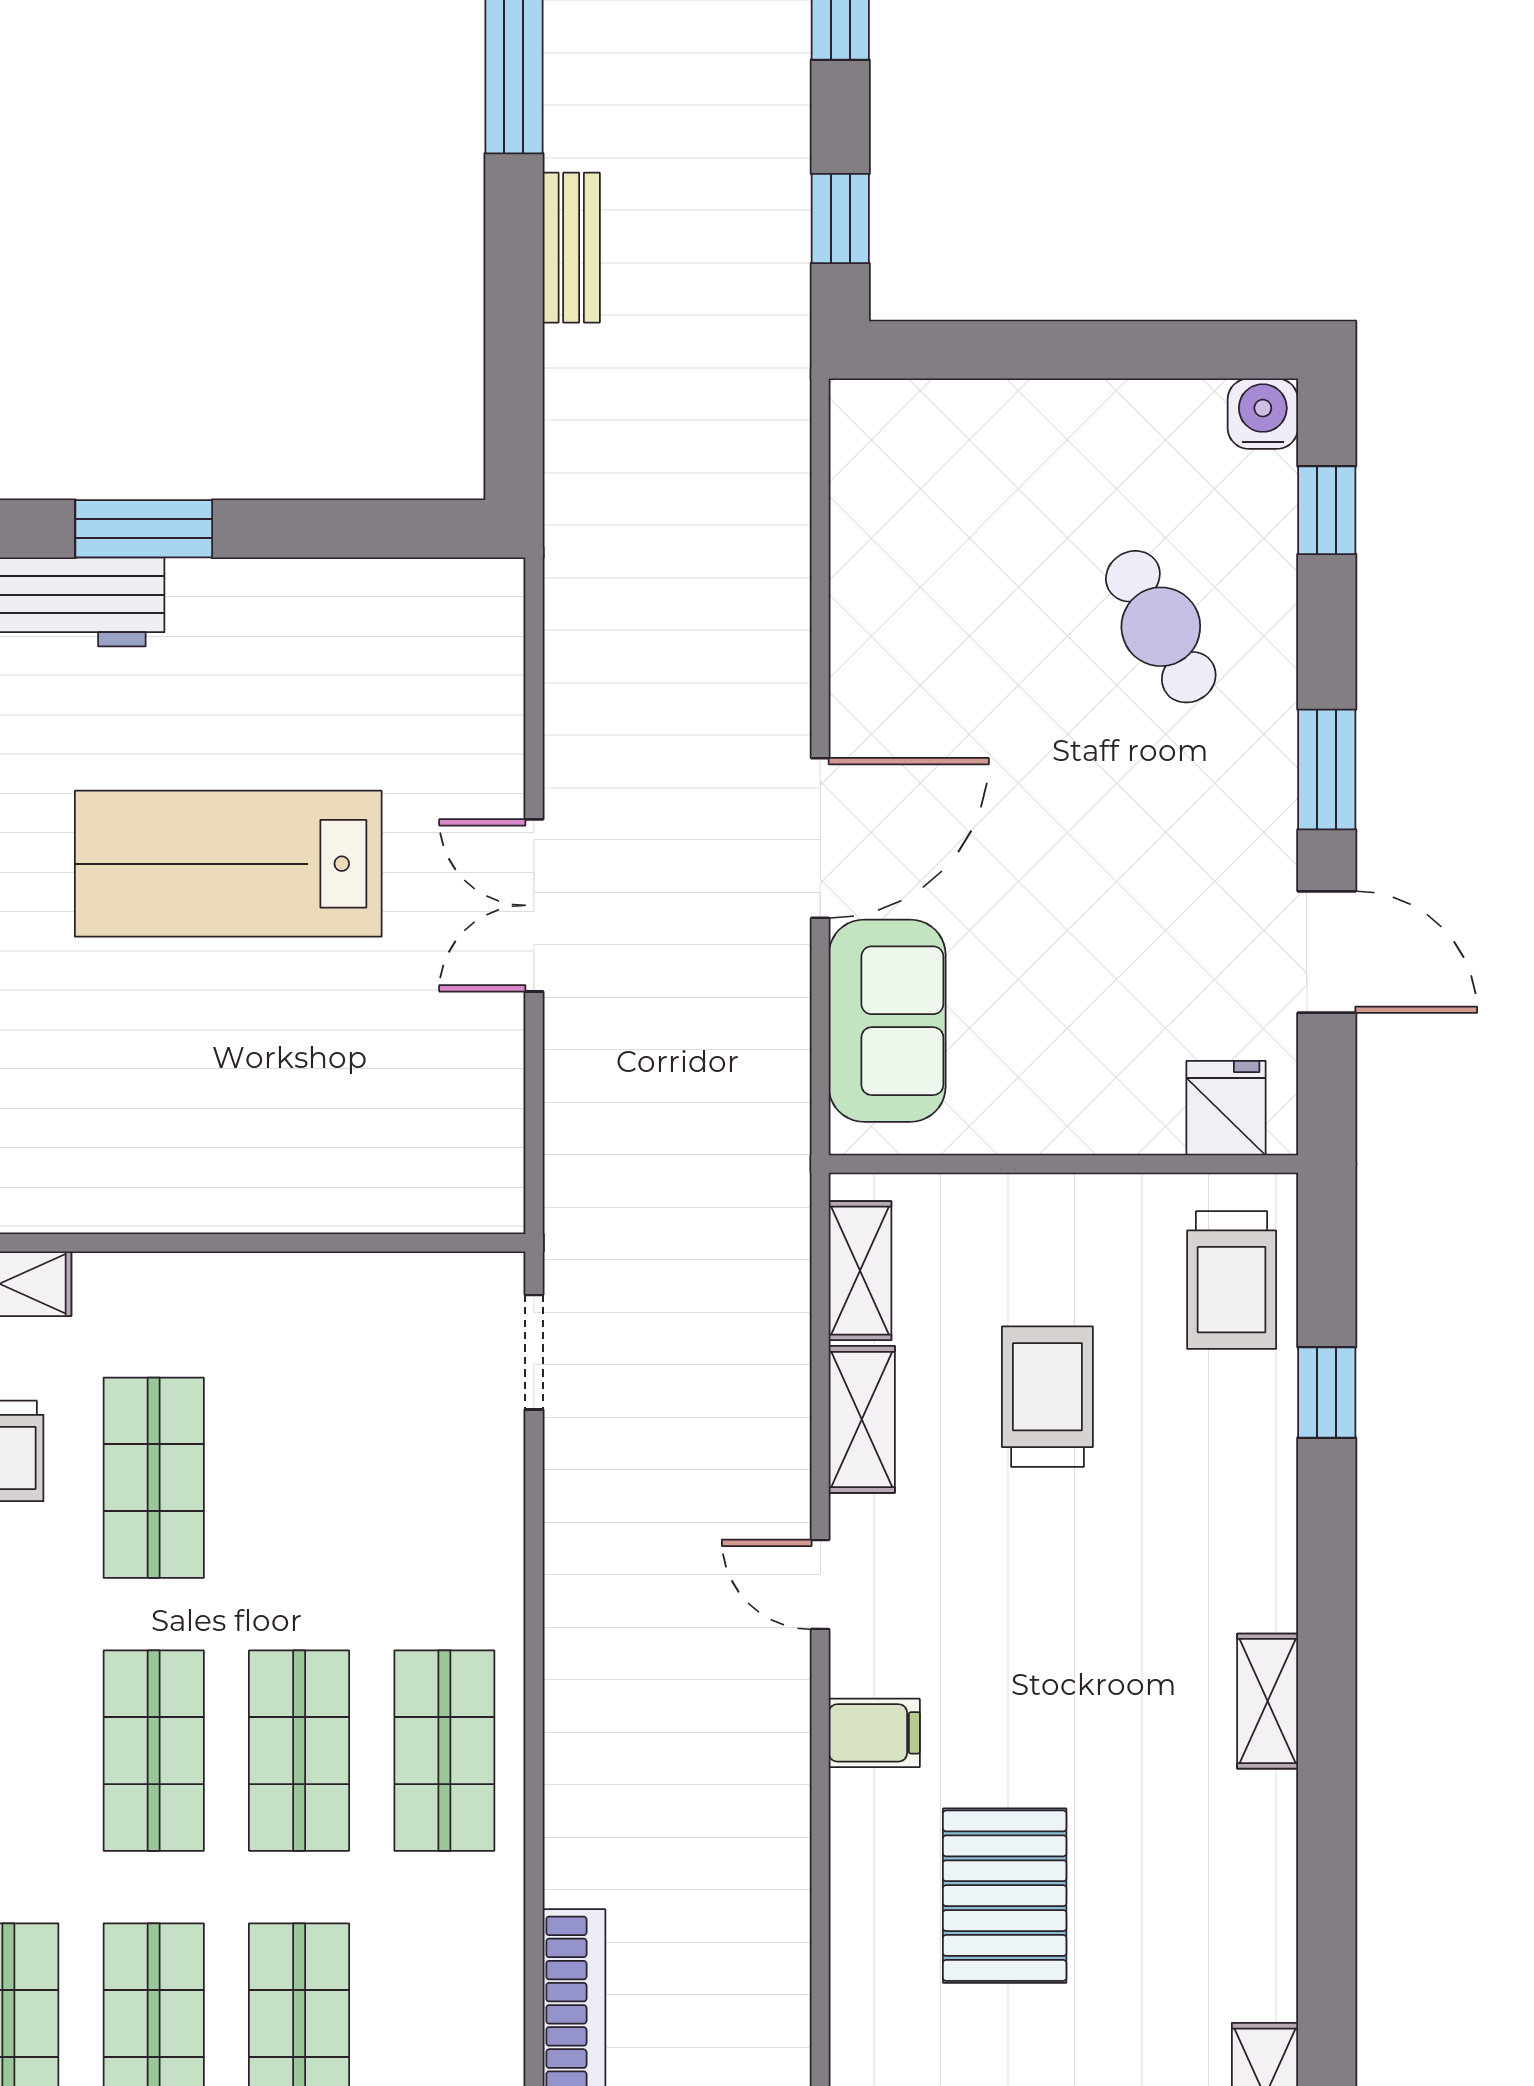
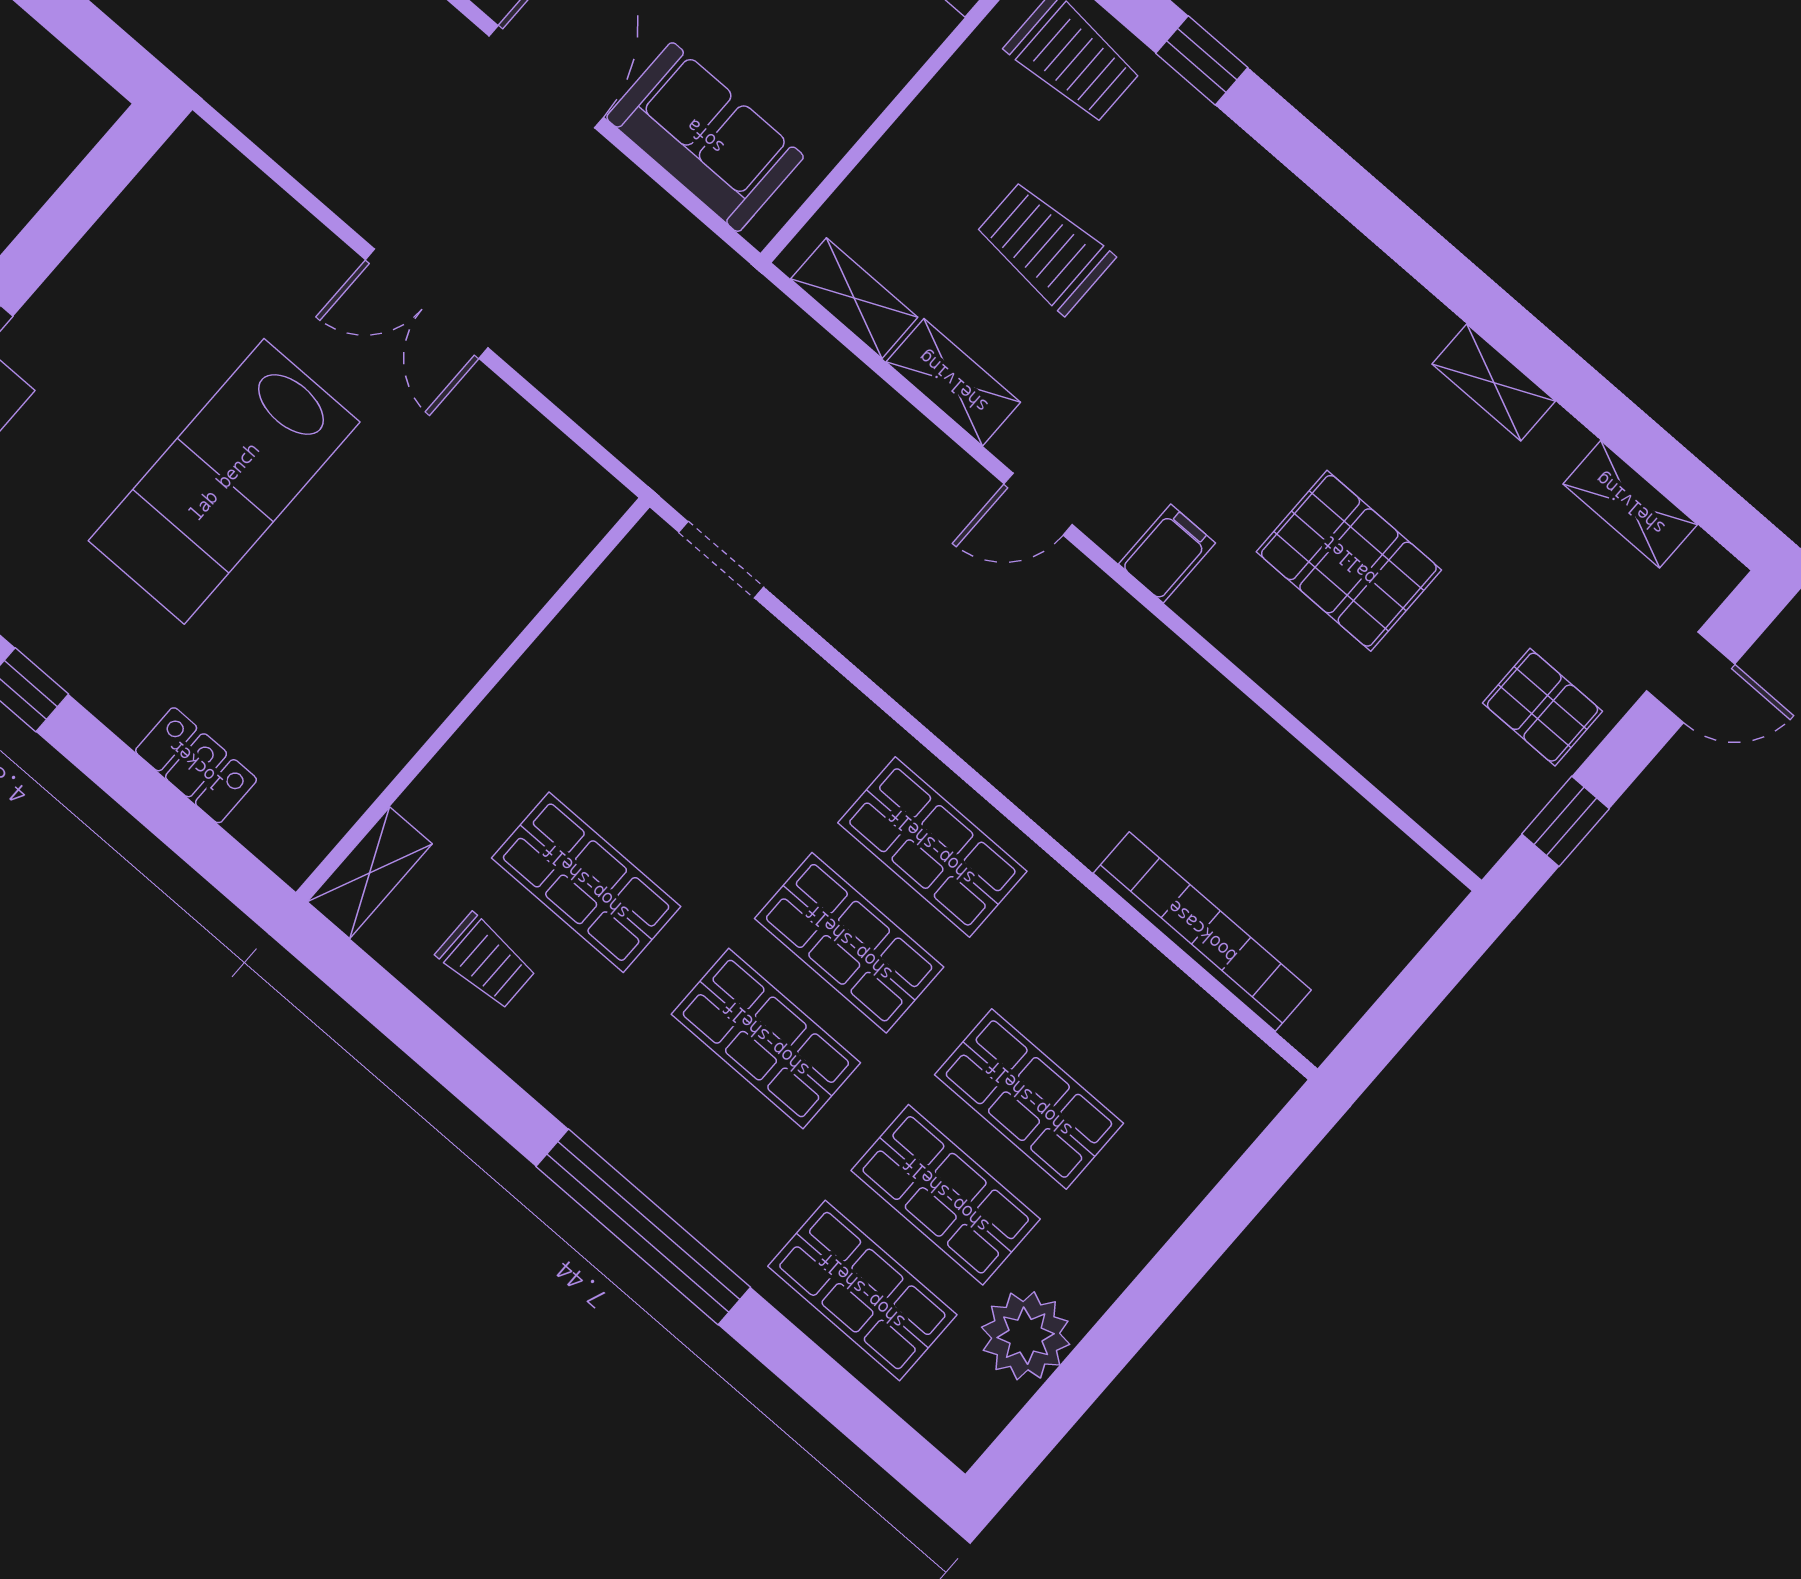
shelving: (1268, 1701) -> (1494, 382), moved

